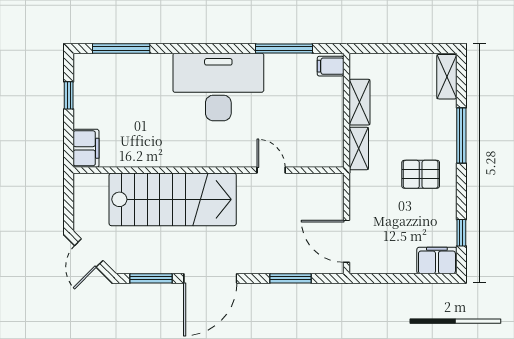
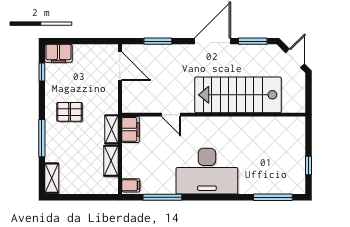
filing cabinet: (86, 148) -> (130, 129), moved, turned 180

